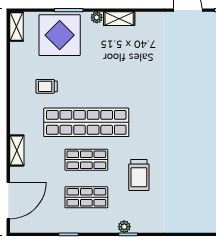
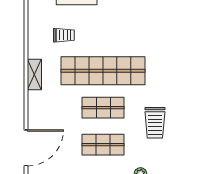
trolley: (47, 86) -> (64, 35), turned 180
shelving: (17, 150) -> (34, 74), moved

